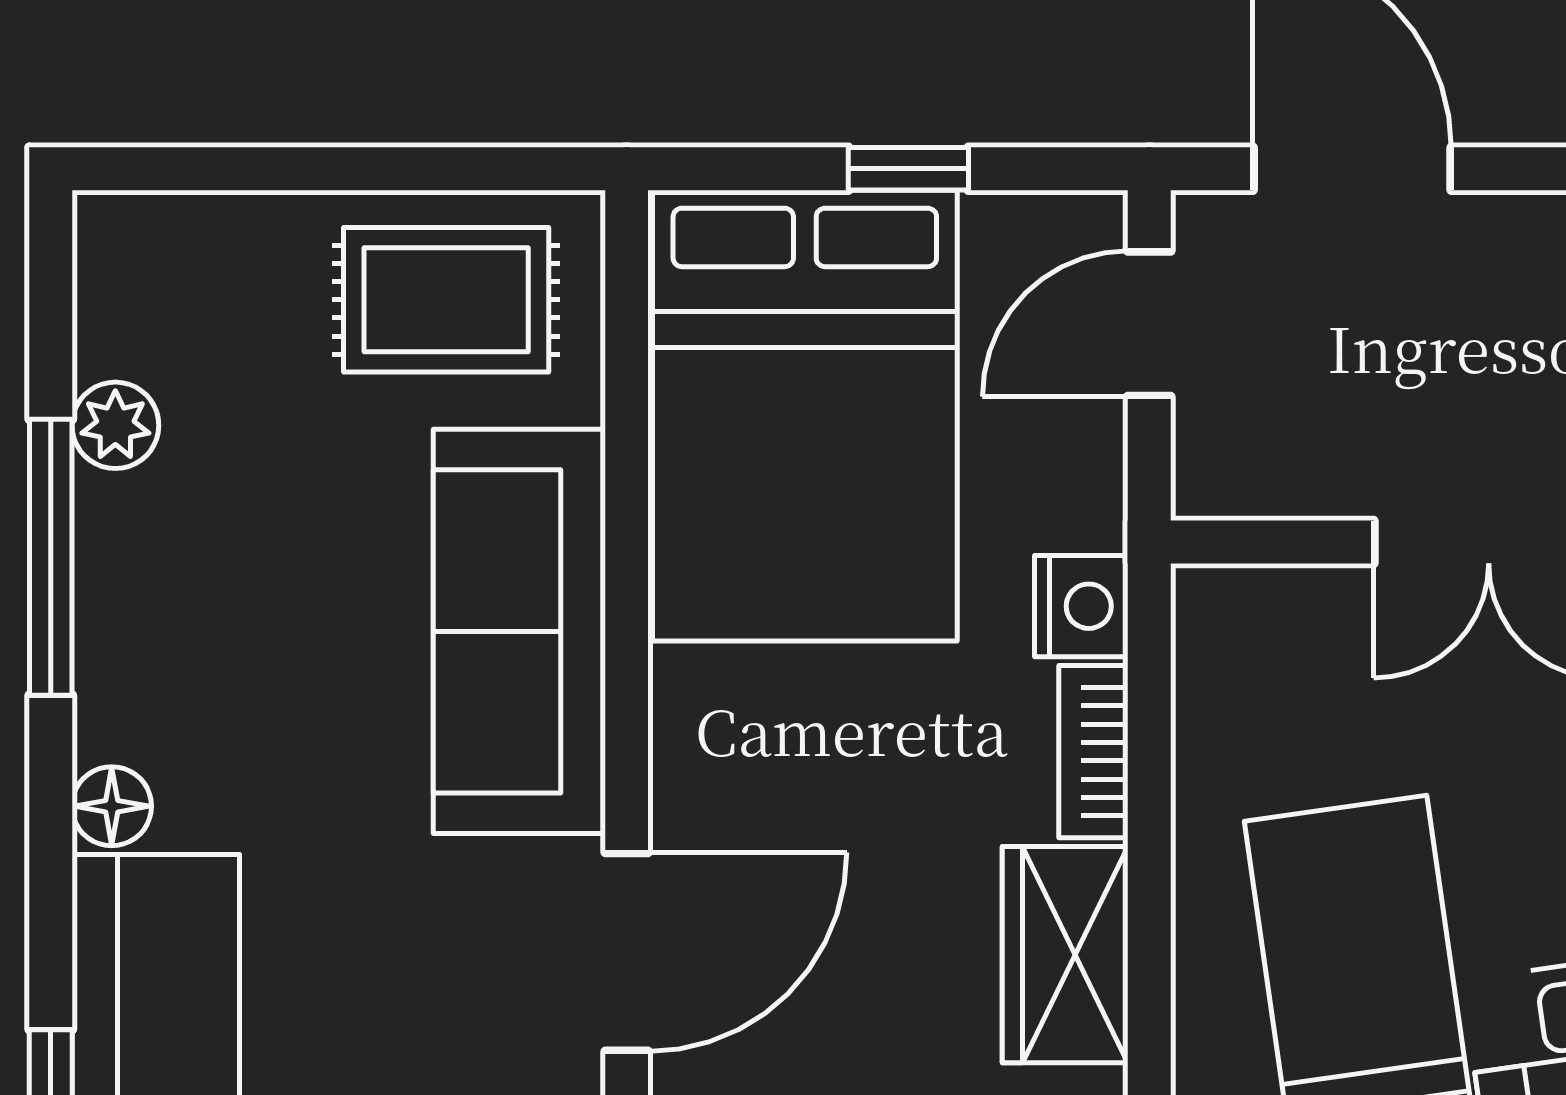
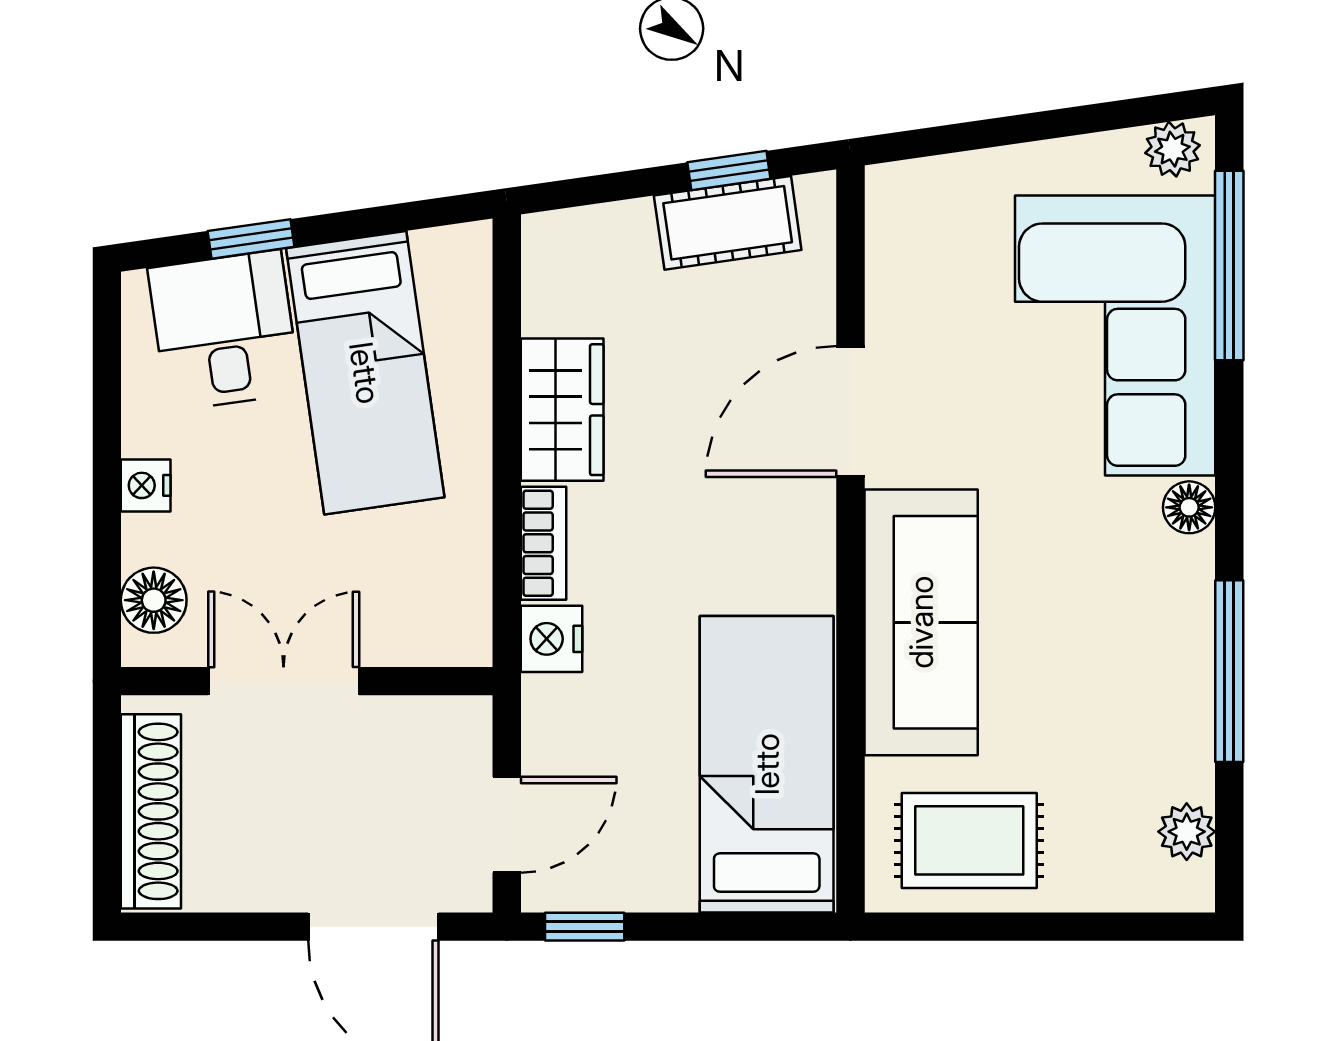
window: (908, 169) -> (585, 927), moved
bed: (805, 416) -> (767, 764), width x0.67
plant: (115, 425) -> (1187, 832), moved

